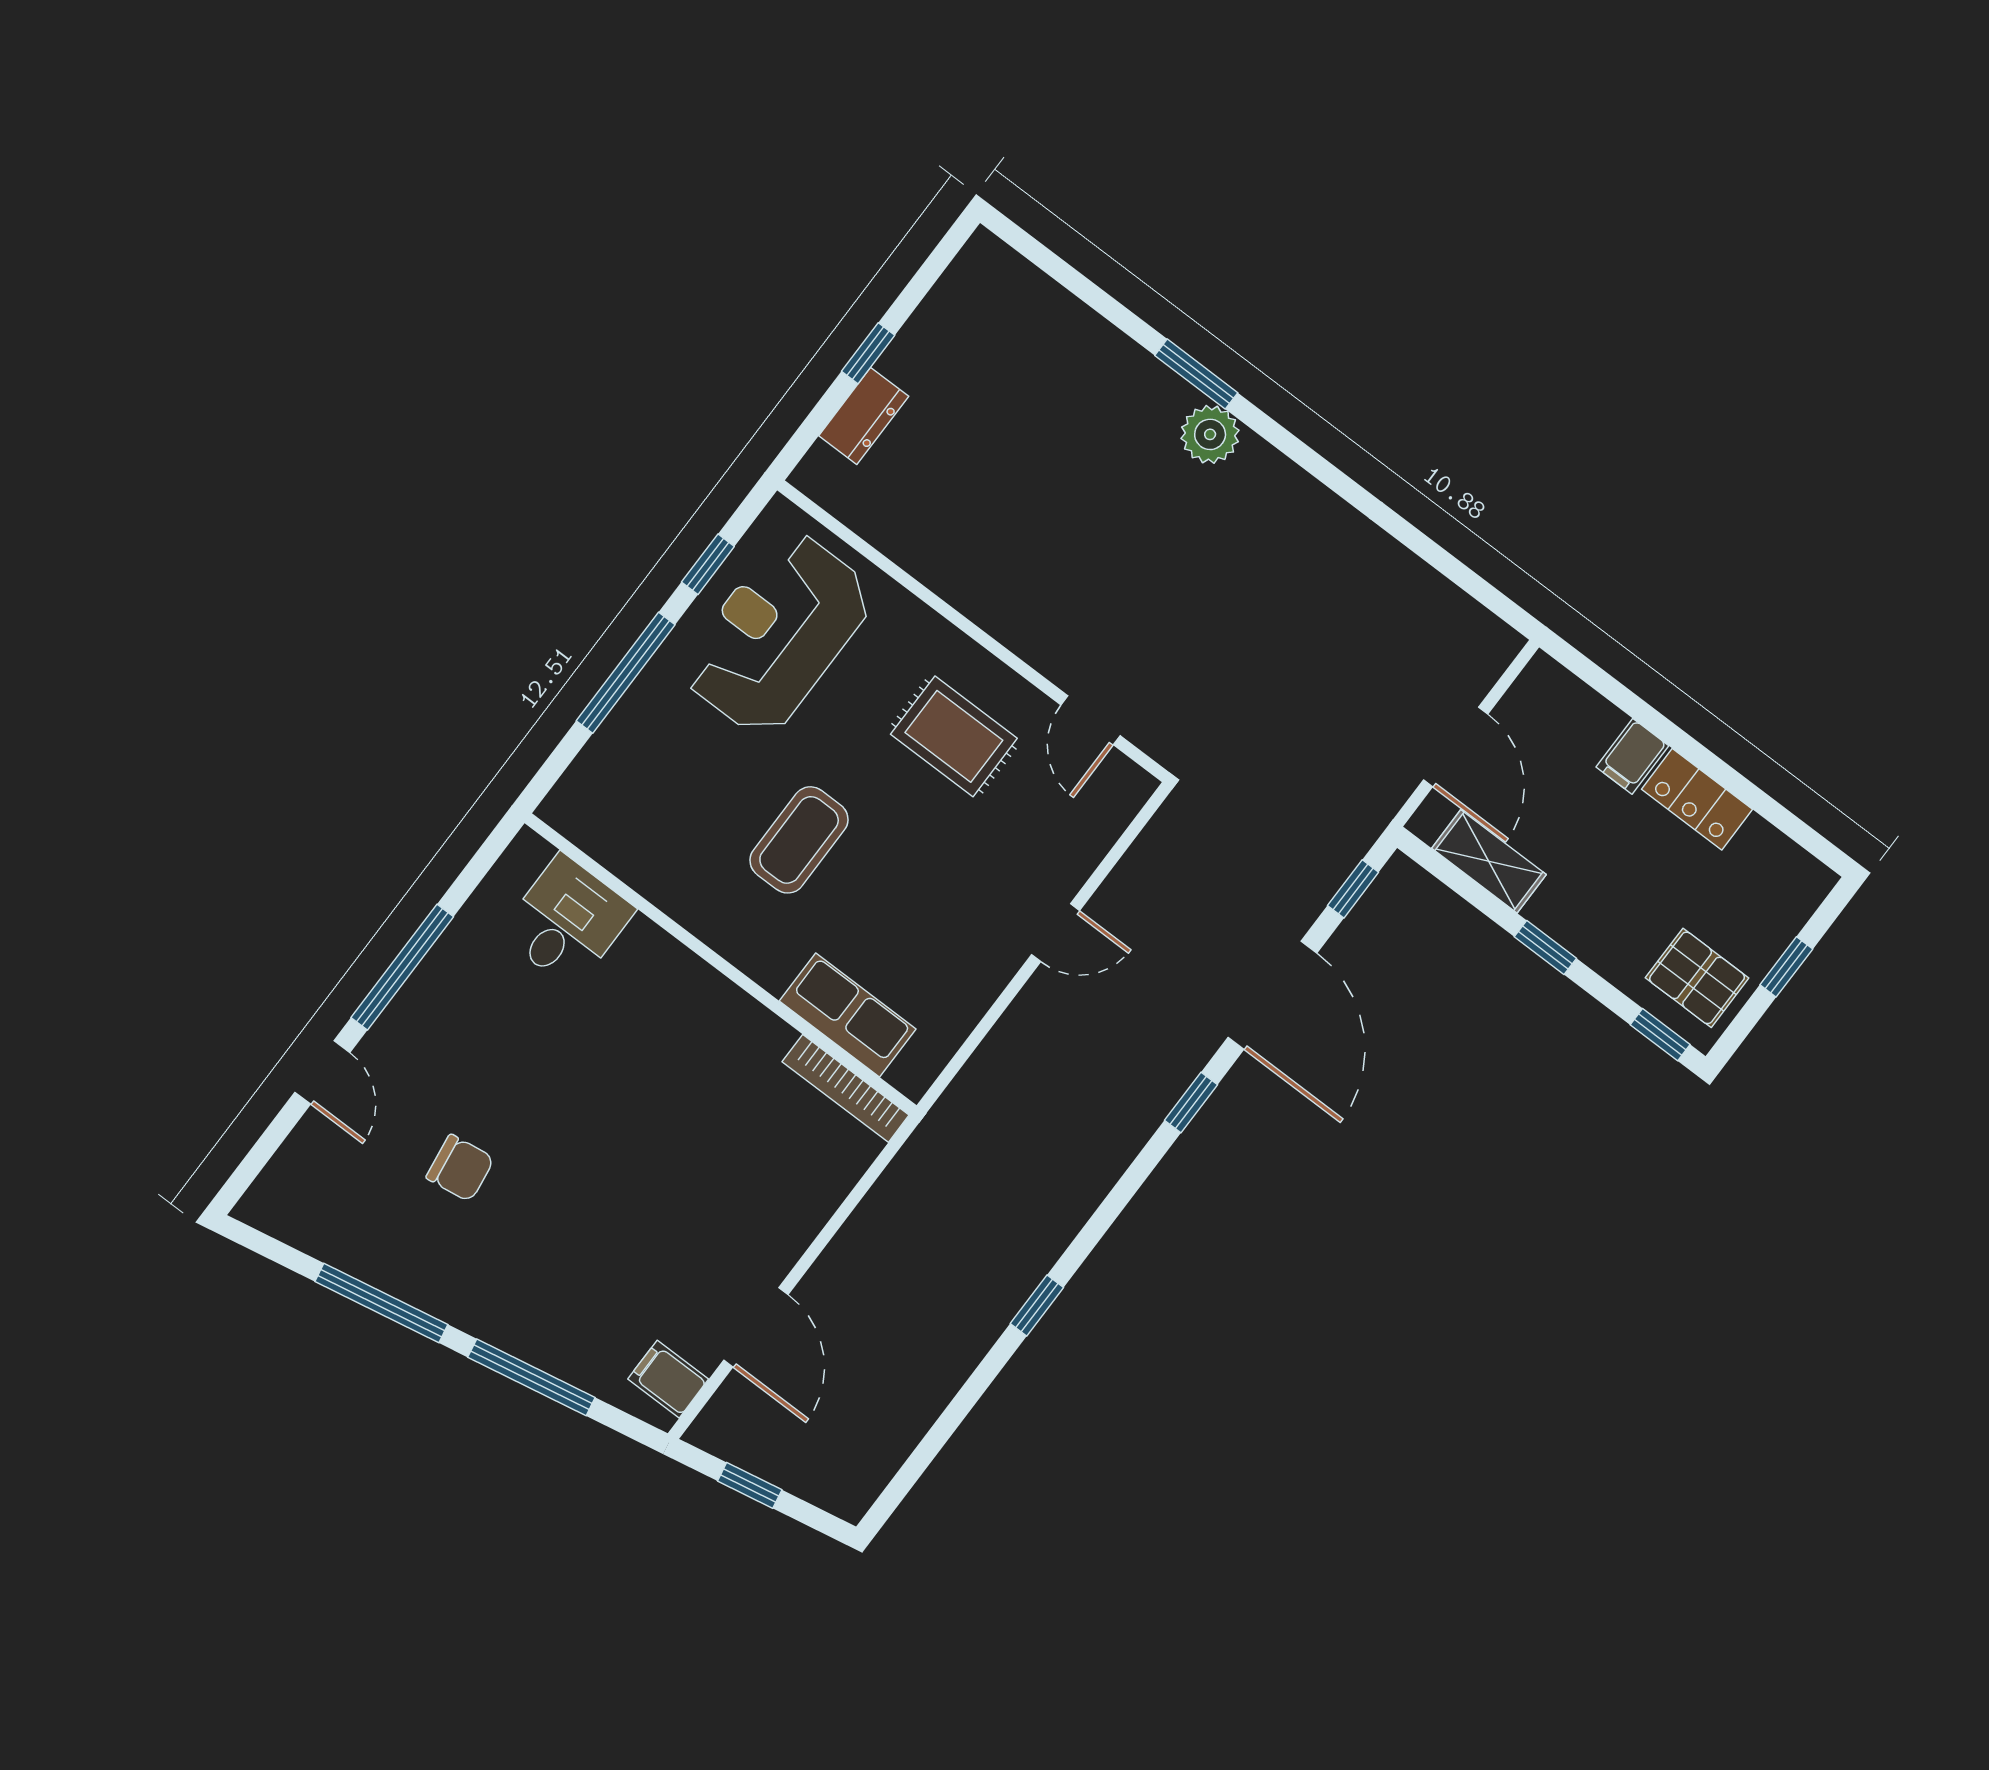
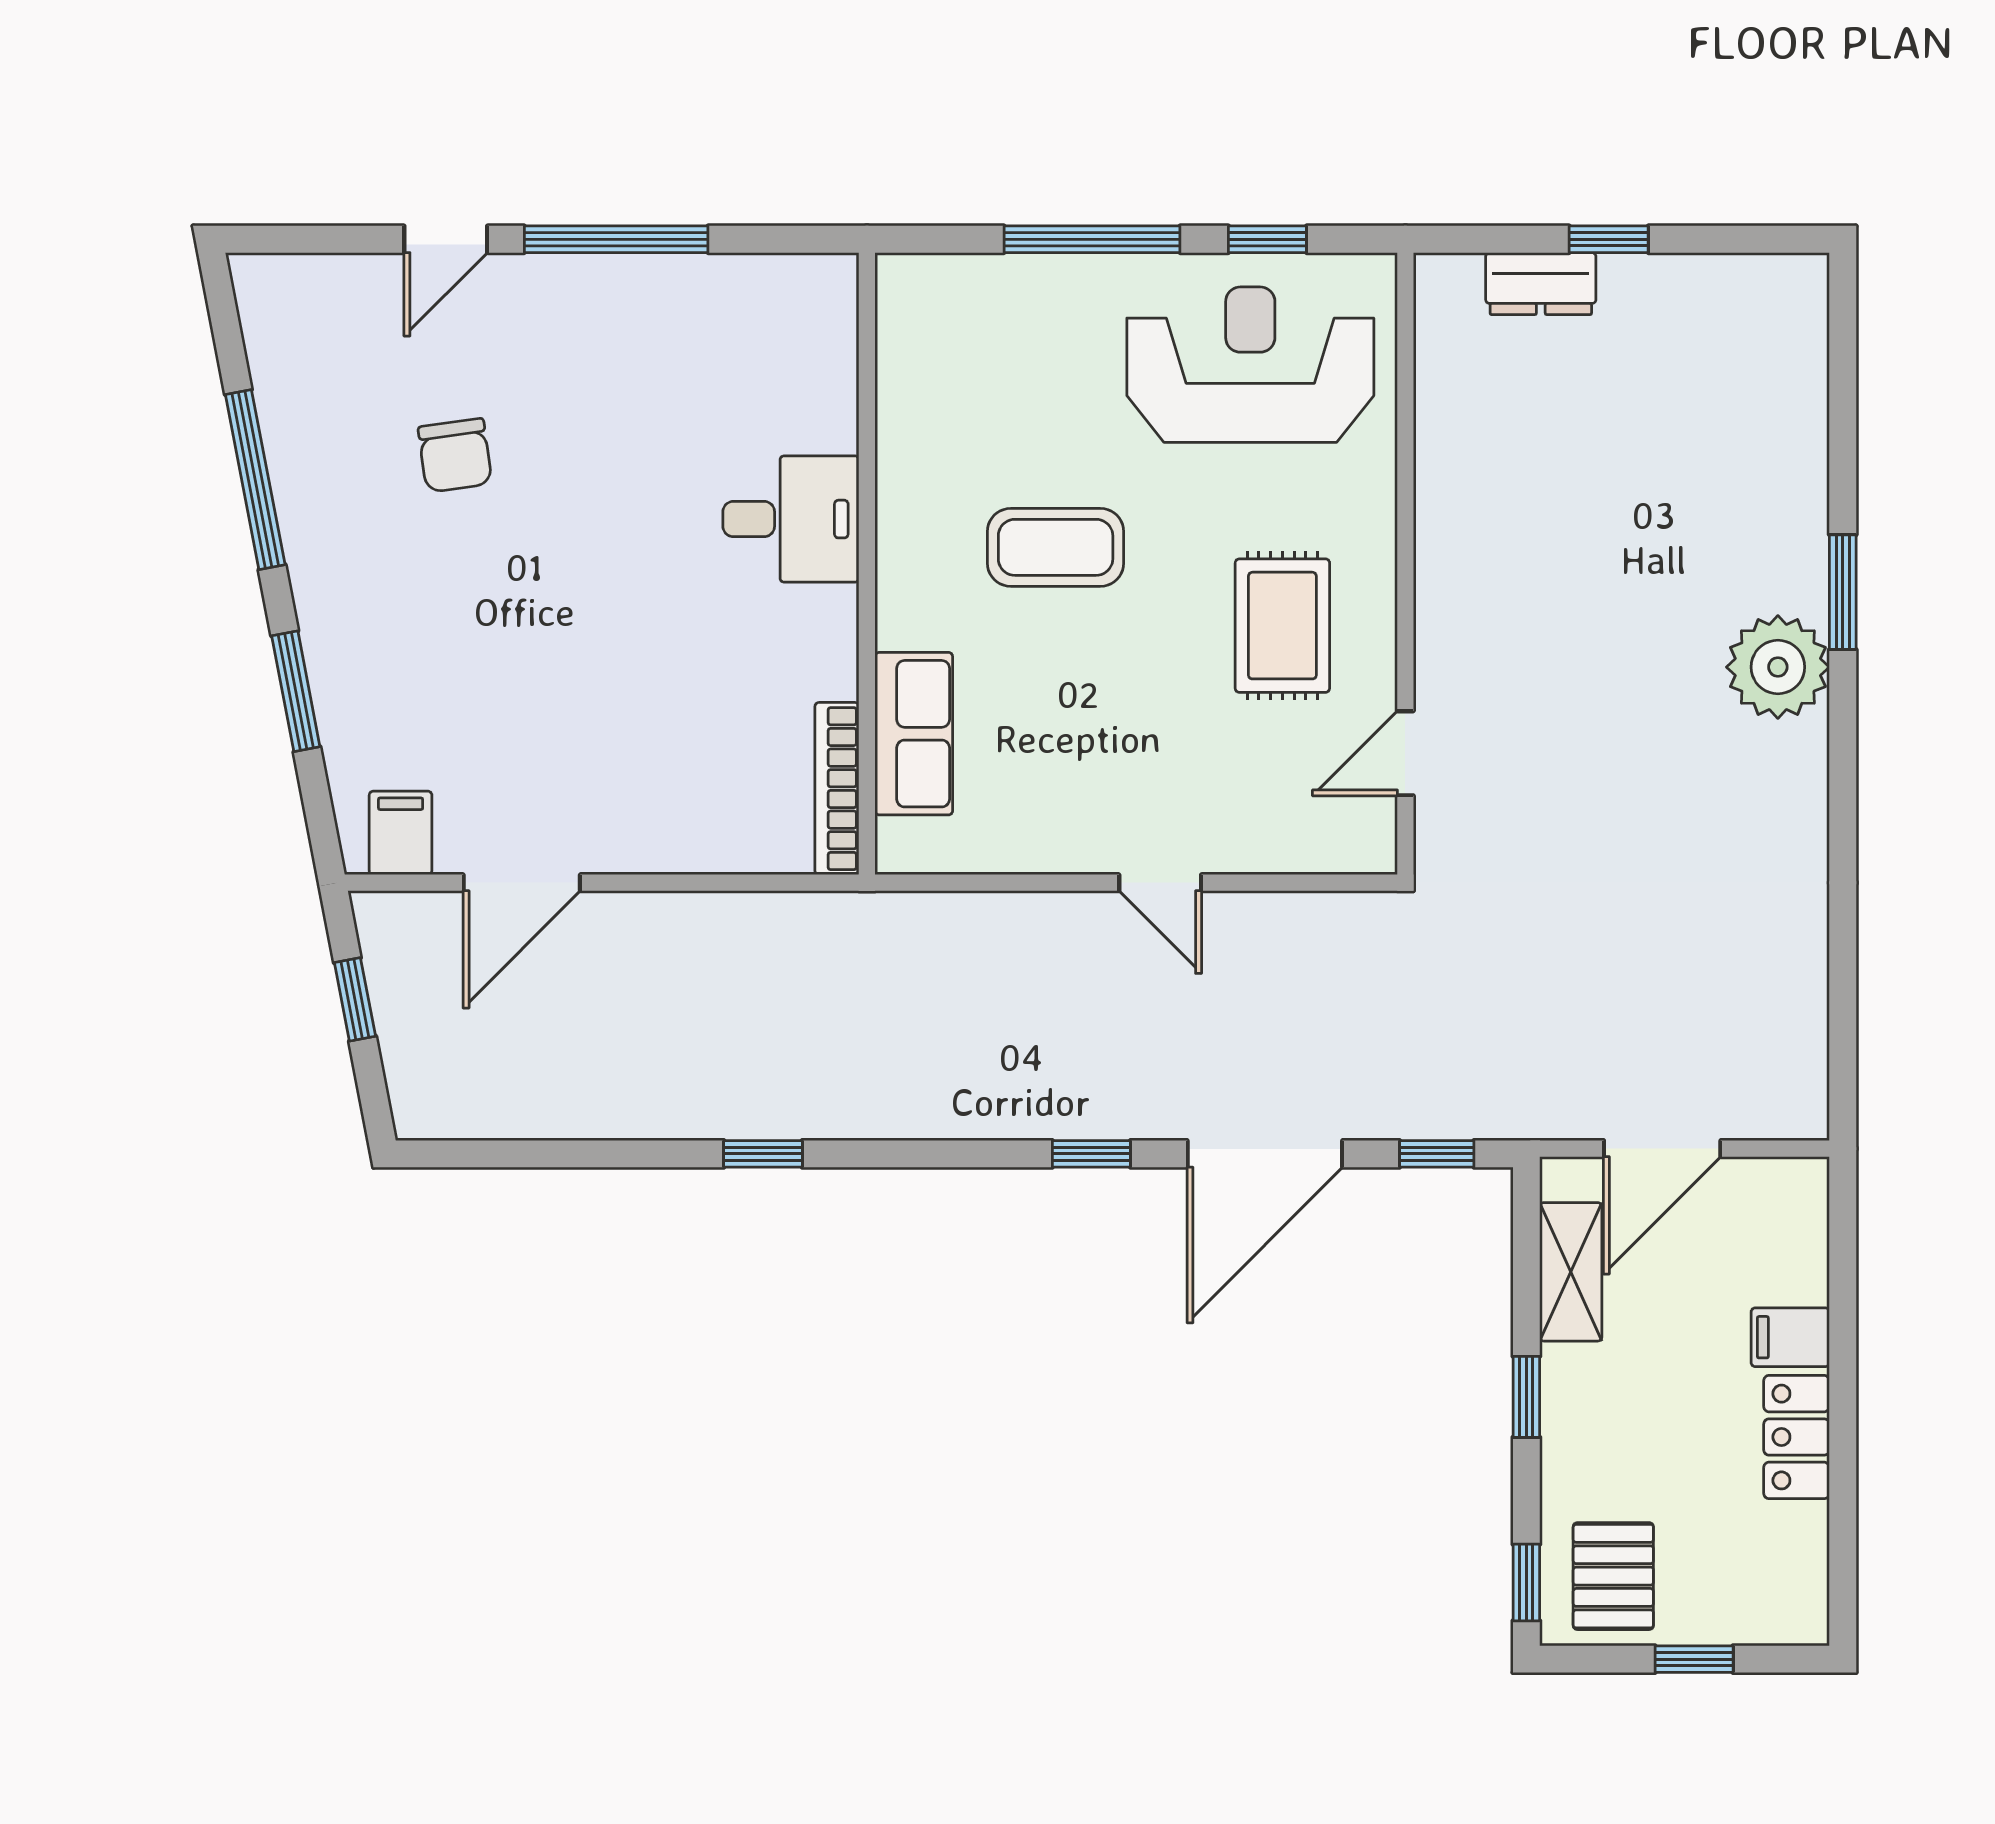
plant: (1210, 434) -> (1778, 667), width x1.36, depth x1.36
desk: (567, 922) -> (791, 519), moved
window: (531, 1377) -> (296, 691), width x0.69

